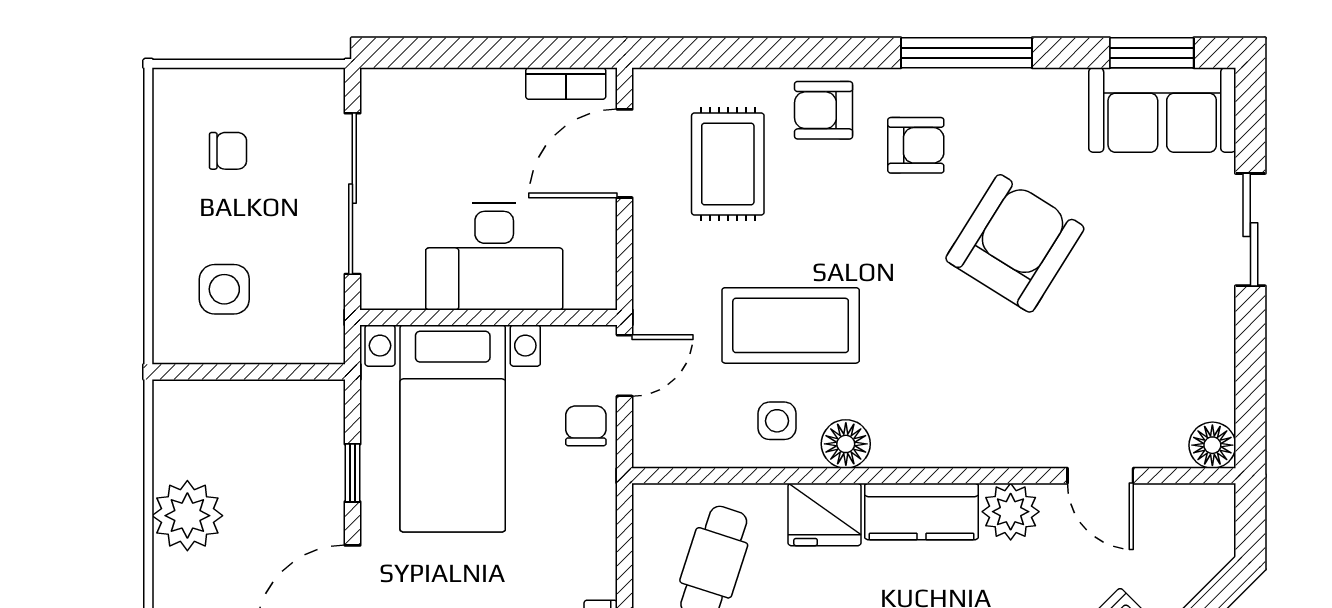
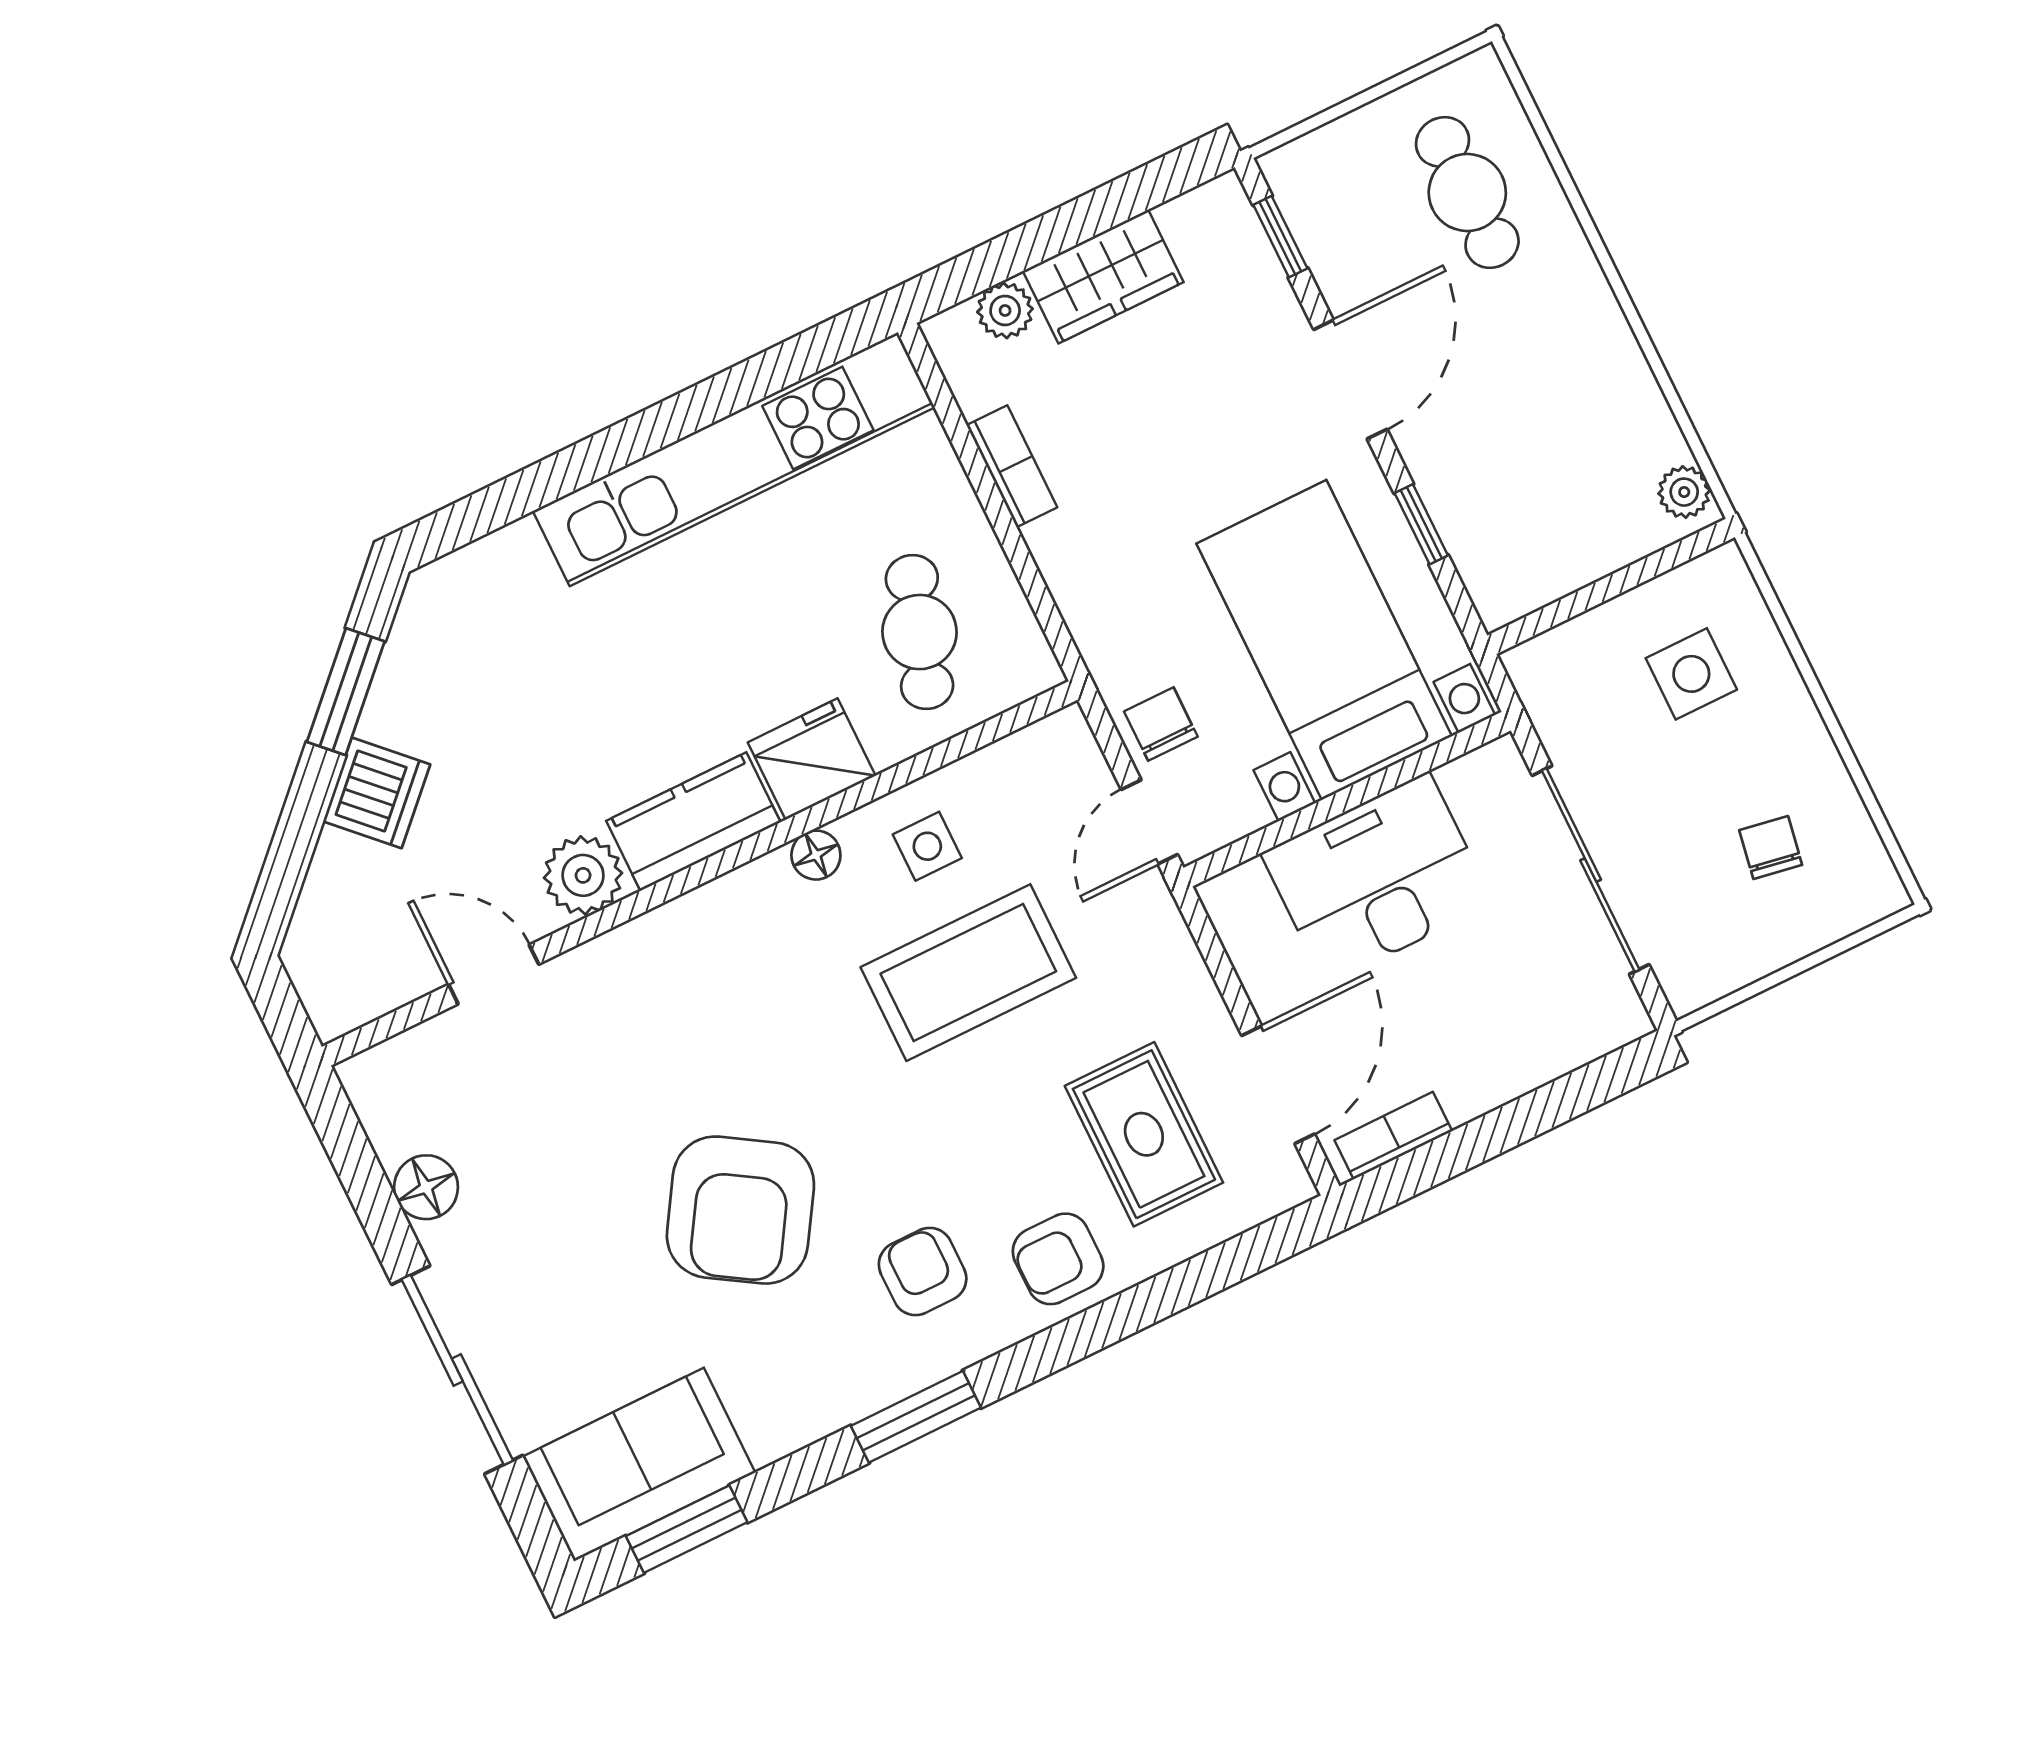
window: (967, 53) -> (916, 1417), width x0.69
armchair: (824, 110) -> (1058, 1259), turned 180
armchair: (916, 145) -> (923, 1271), turned 90
chair: (228, 151) -> (1771, 847), turned 100
sliding door: (1250, 230) -> (457, 1370), width x1.37
chair: (586, 426) -> (1161, 724), turned 180
floor lamp: (846, 444) -> (816, 855), width x0.73, depth x0.73
floor lamp: (1212, 445) -> (426, 1187), moved
plant: (187, 516) -> (1684, 492), moved, width x0.53, depth x0.53

